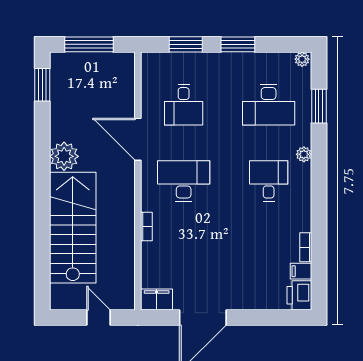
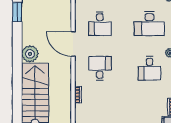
desk: (184, 181) -> (100, 68), width x0.73
desk: (269, 181) -> (149, 68), turned 180

